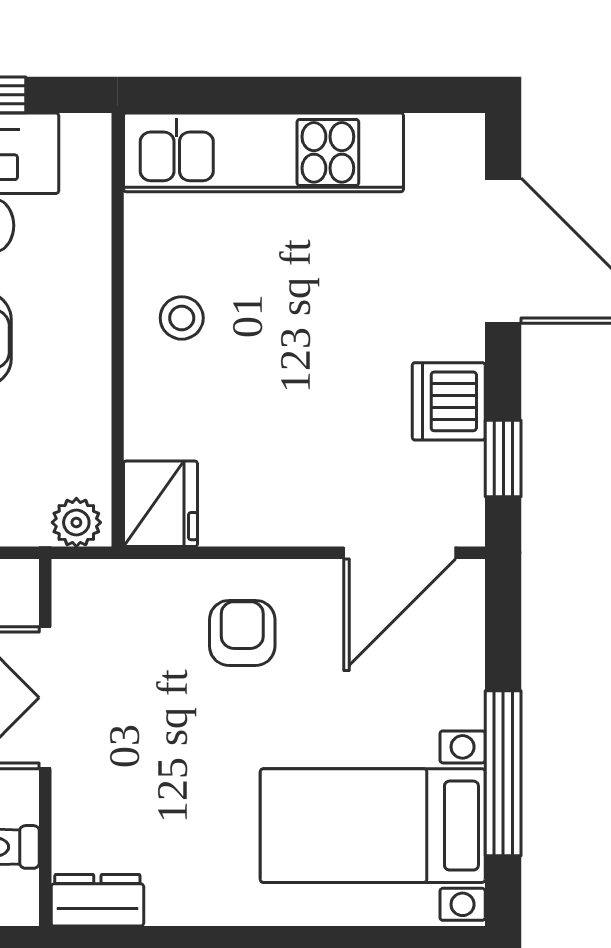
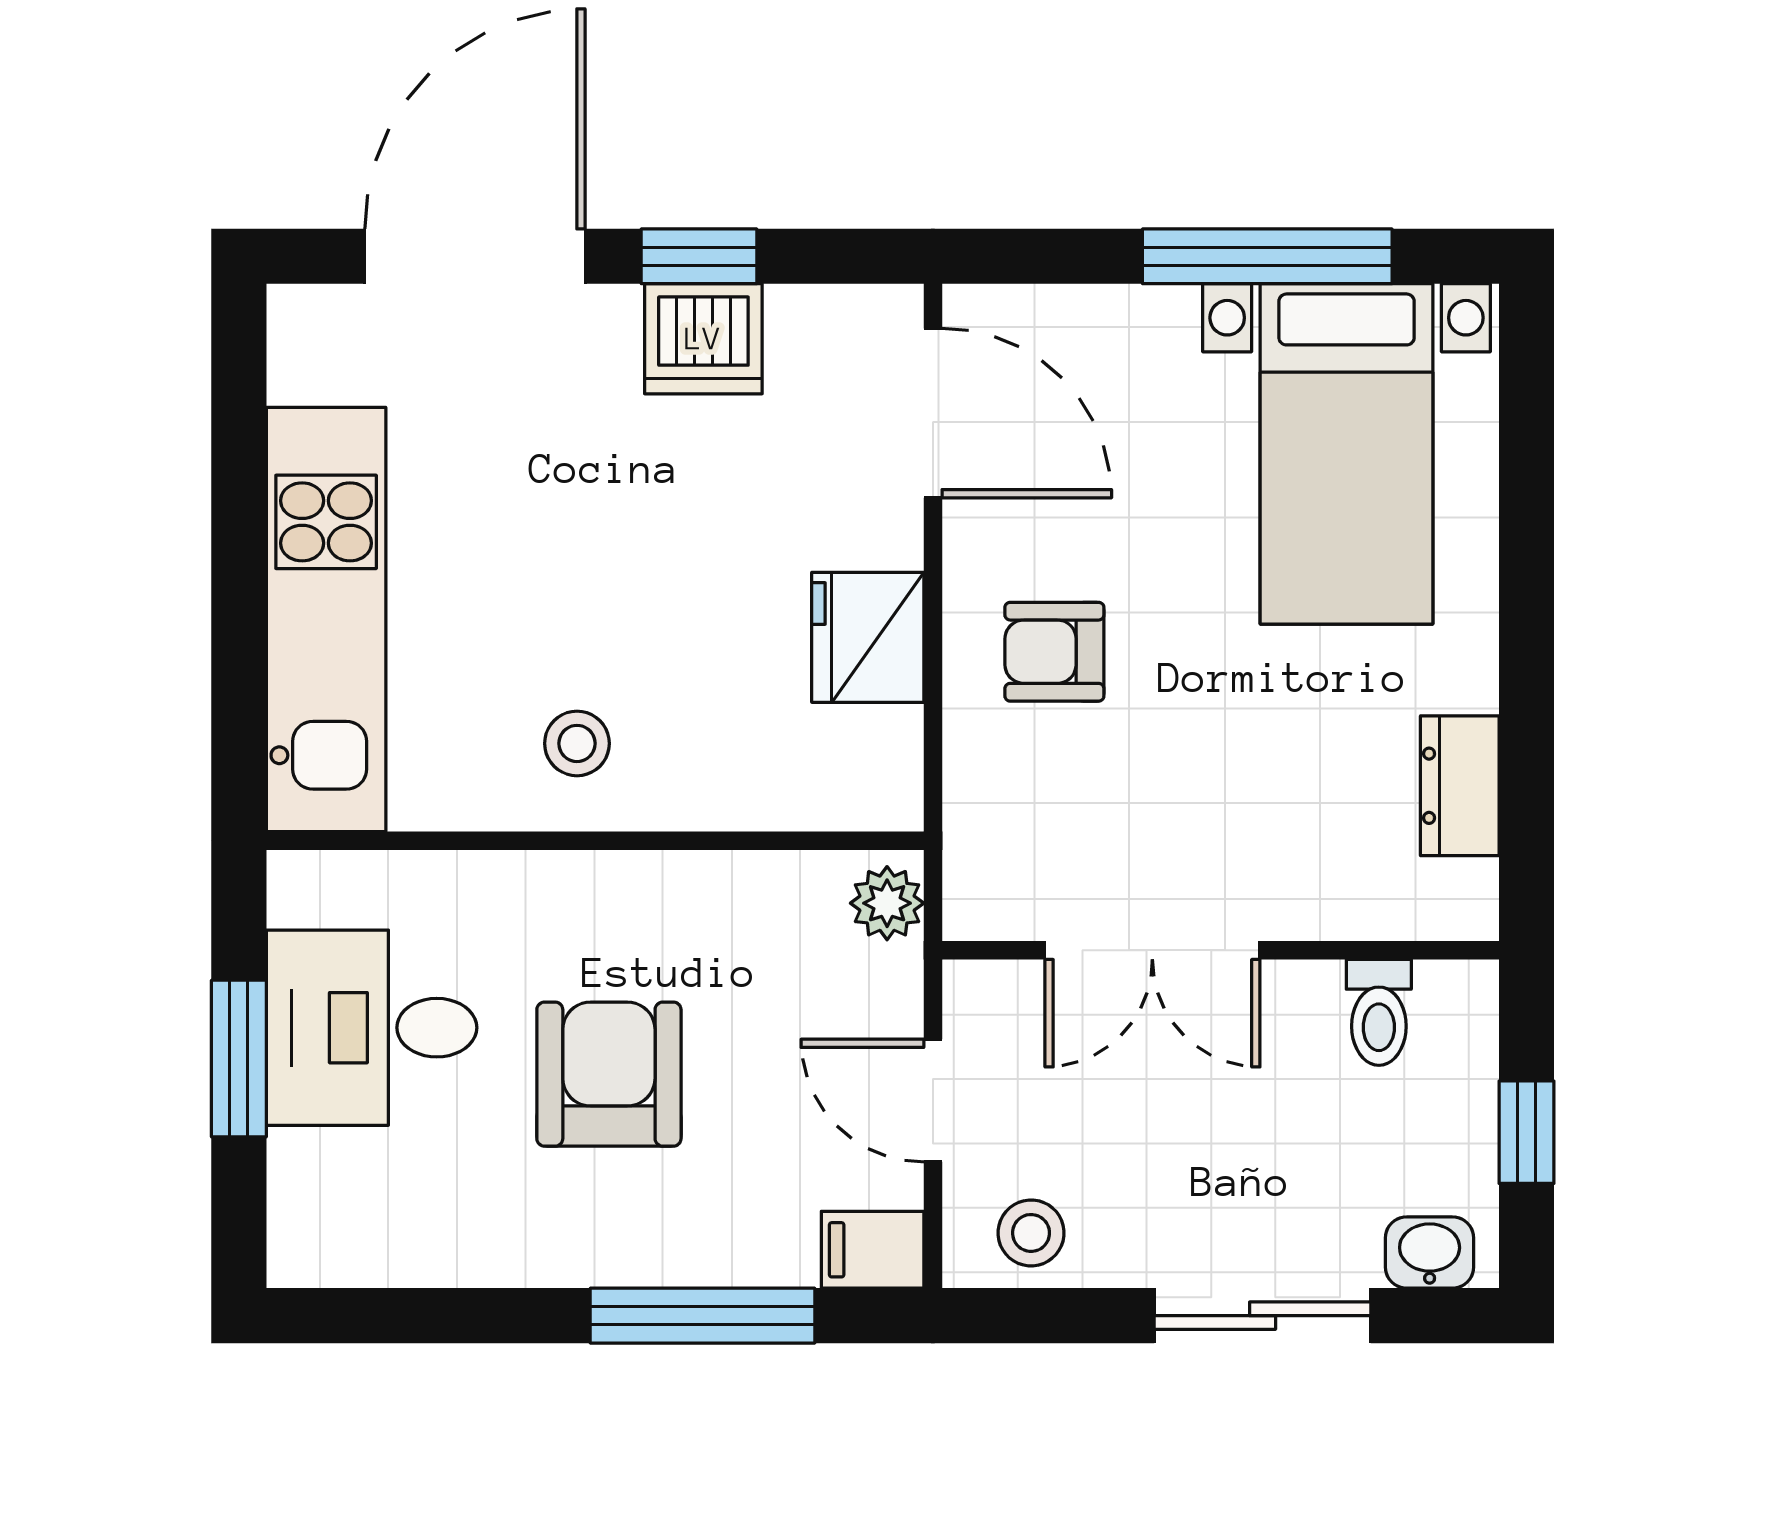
window: (503, 458) -> (699, 256), moved
fridge: (161, 504) -> (868, 637), moved, turned -90
dresser: (97, 900) -> (1460, 786), moved

